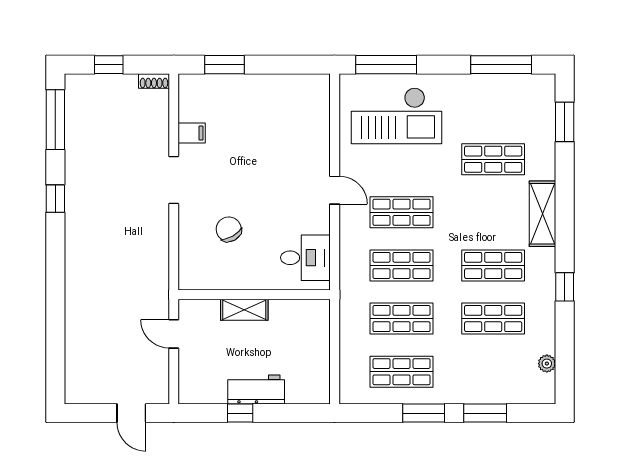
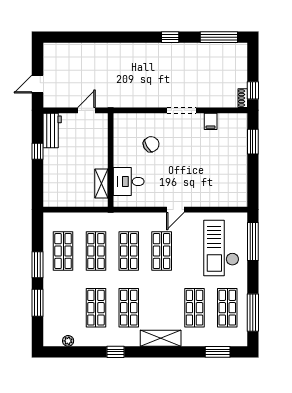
window: (109, 65) -> (253, 90), moved
shop shelf: (493, 106) -> (227, 308), added
desk: (305, 258) -> (129, 182), moved, turned 90
shelving: (244, 310) -> (101, 183), moved
workbench: (256, 390) -> (52, 130), moved

